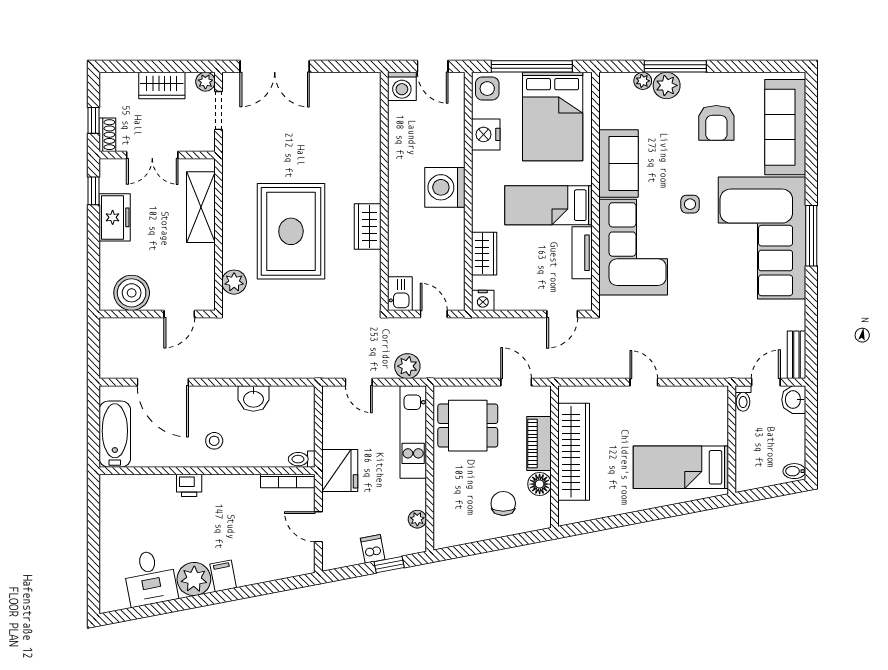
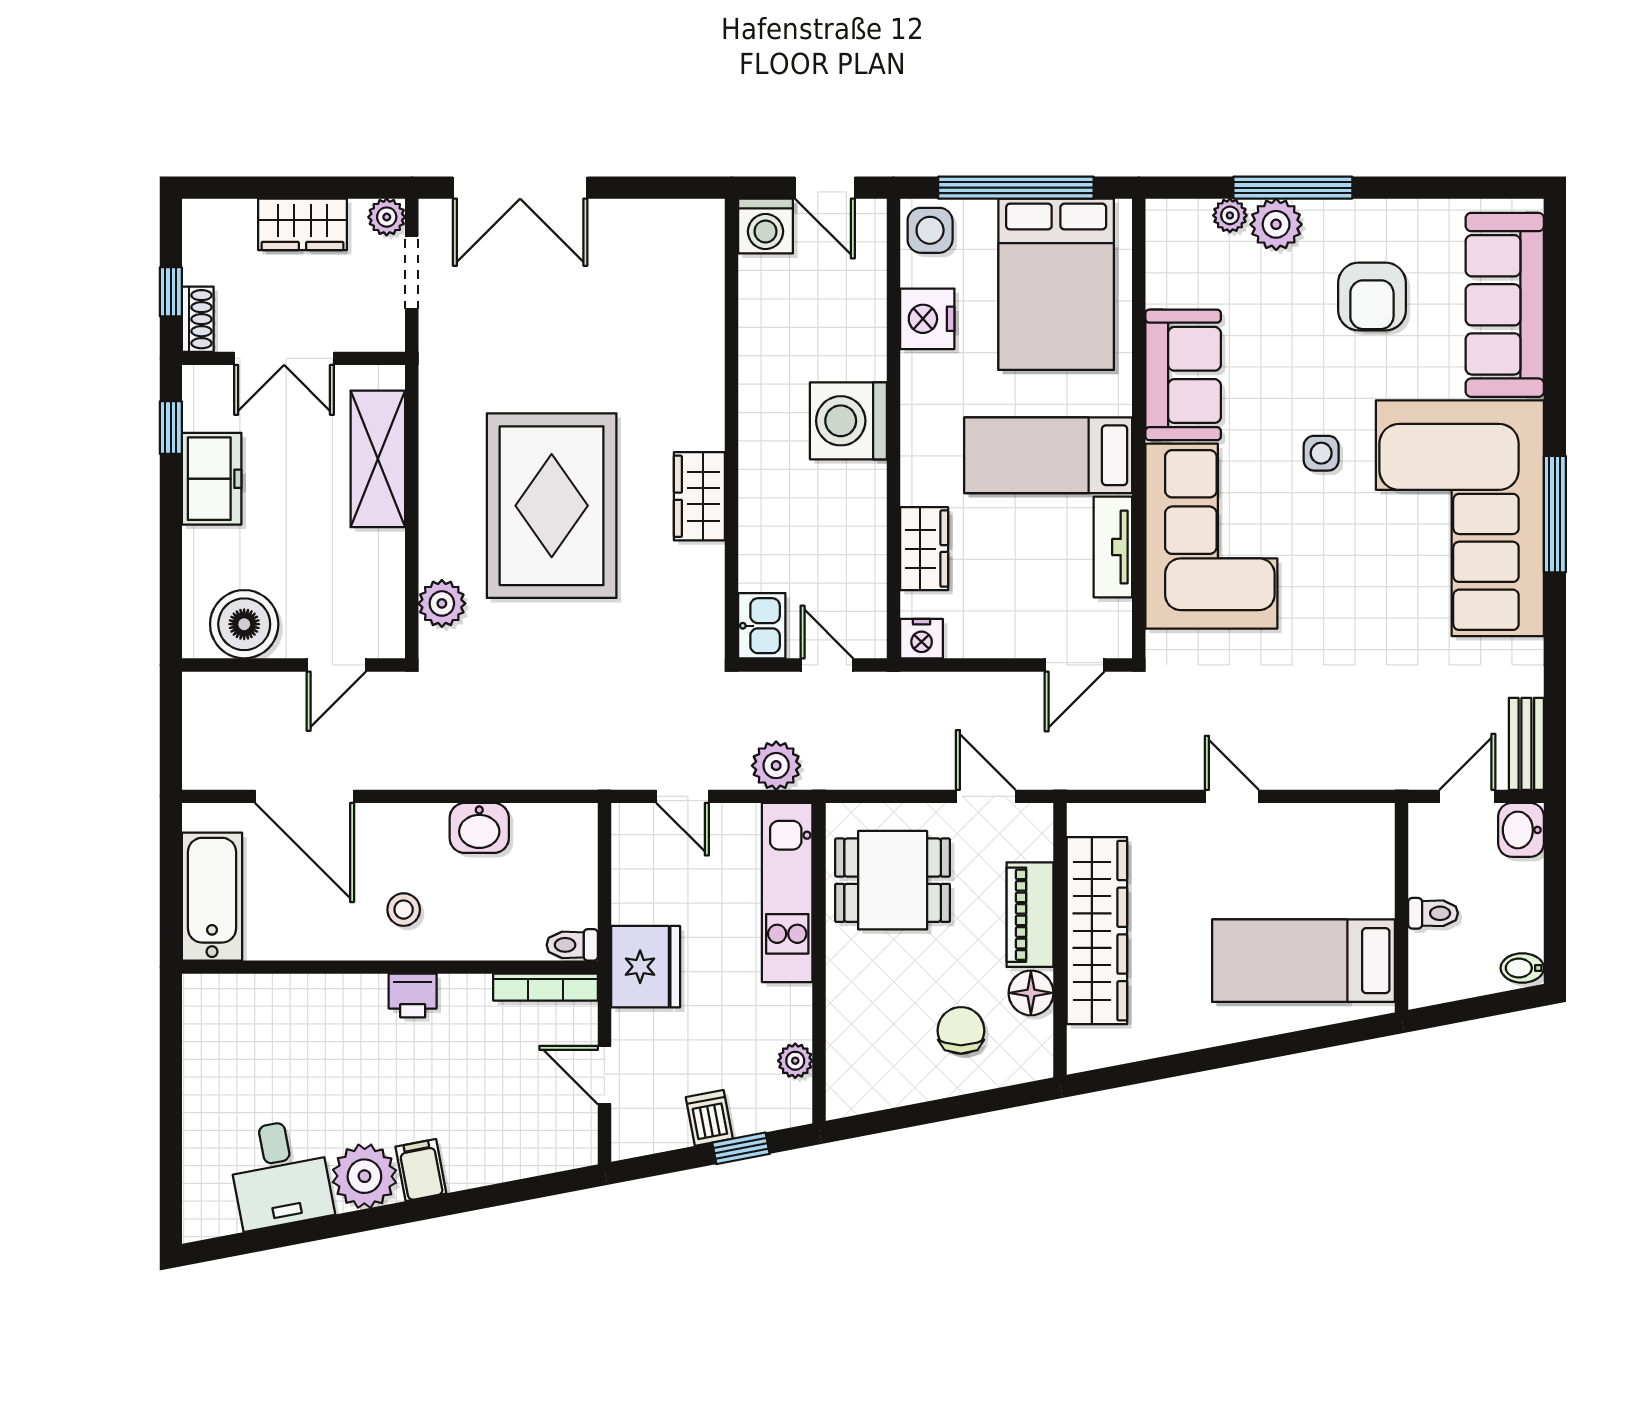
toilet: (743, 398) -> (1433, 913), moved, turned -90
printer: (189, 485) -> (413, 995), moved

